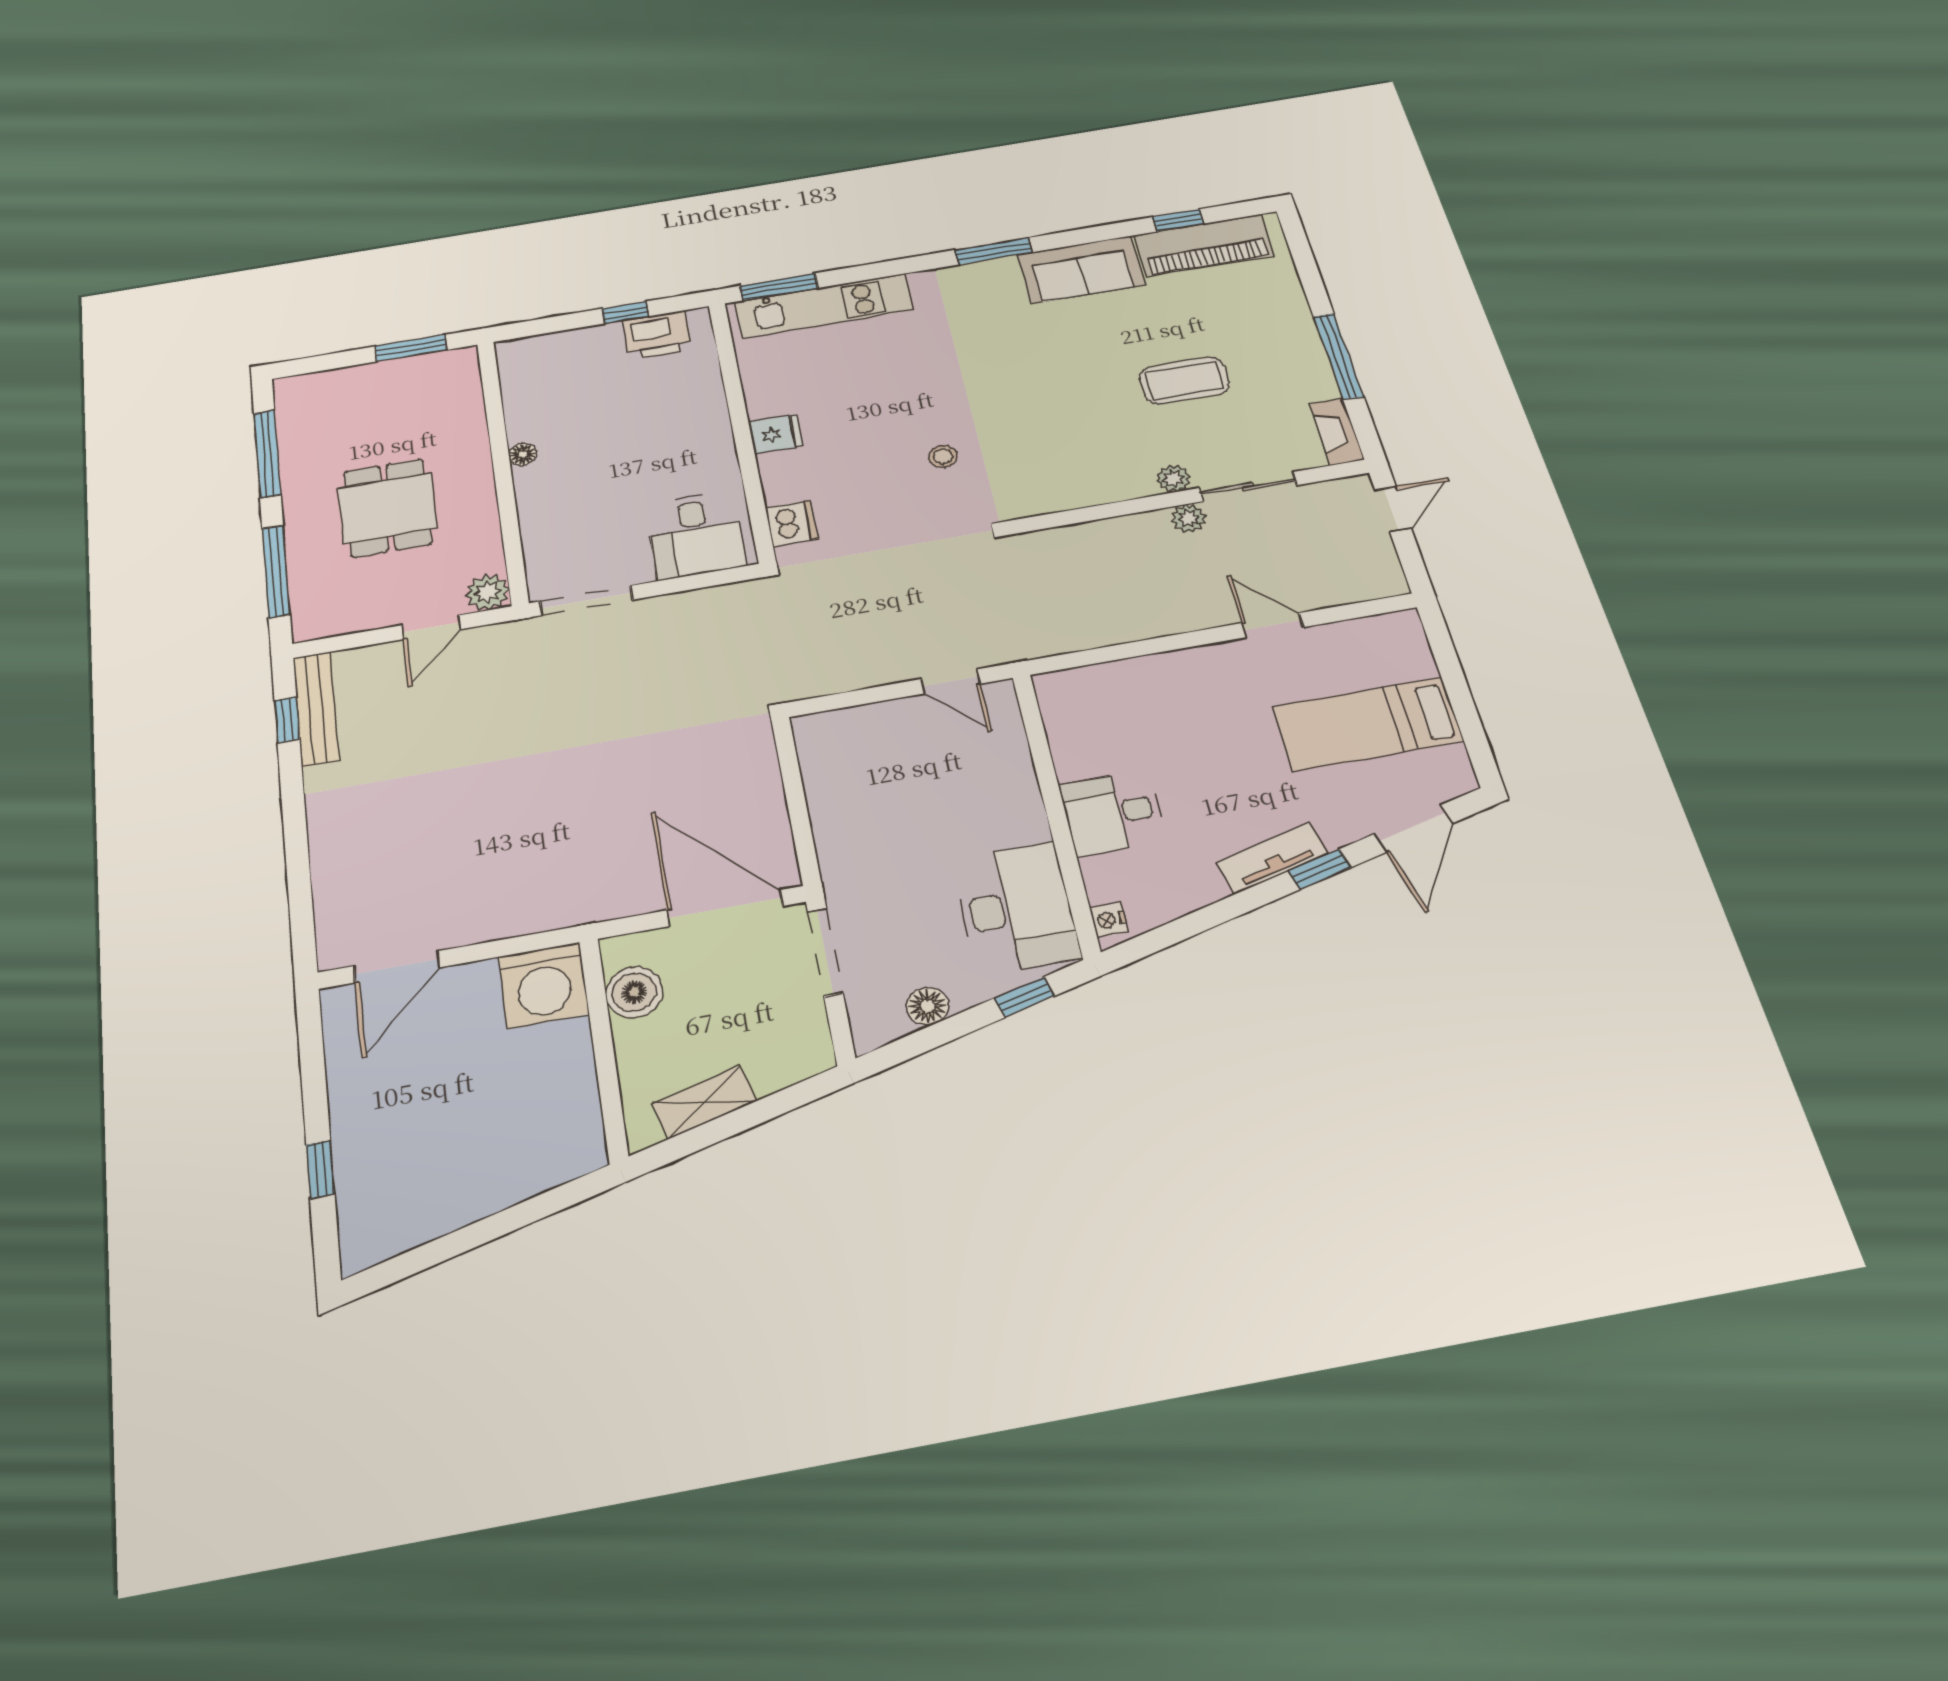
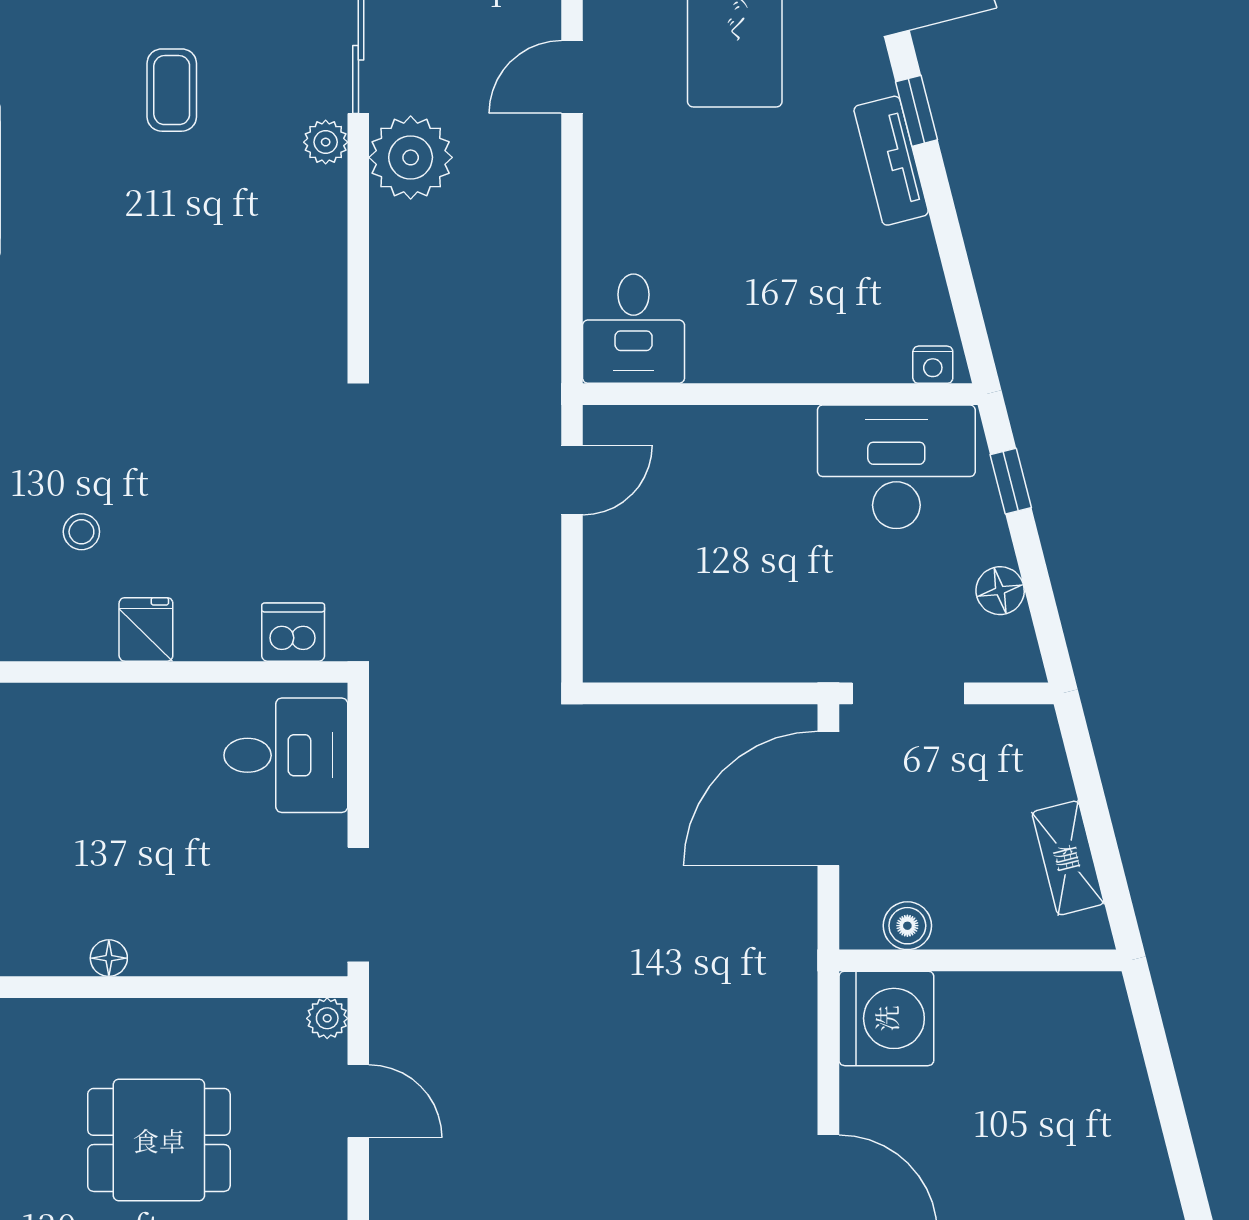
coffee table: (1184, 380) -> (172, 90), width x0.73, depth x0.77
stool: (943, 456) -> (81, 532), moved
plant: (1189, 518) -> (411, 157), width x1.87, depth x1.87
plant: (488, 592) -> (327, 1018), width x0.73, depth x0.73
desk: (1113, 813) -> (634, 329), moved
boiler: (634, 992) -> (907, 926), width x0.73, depth x0.73

